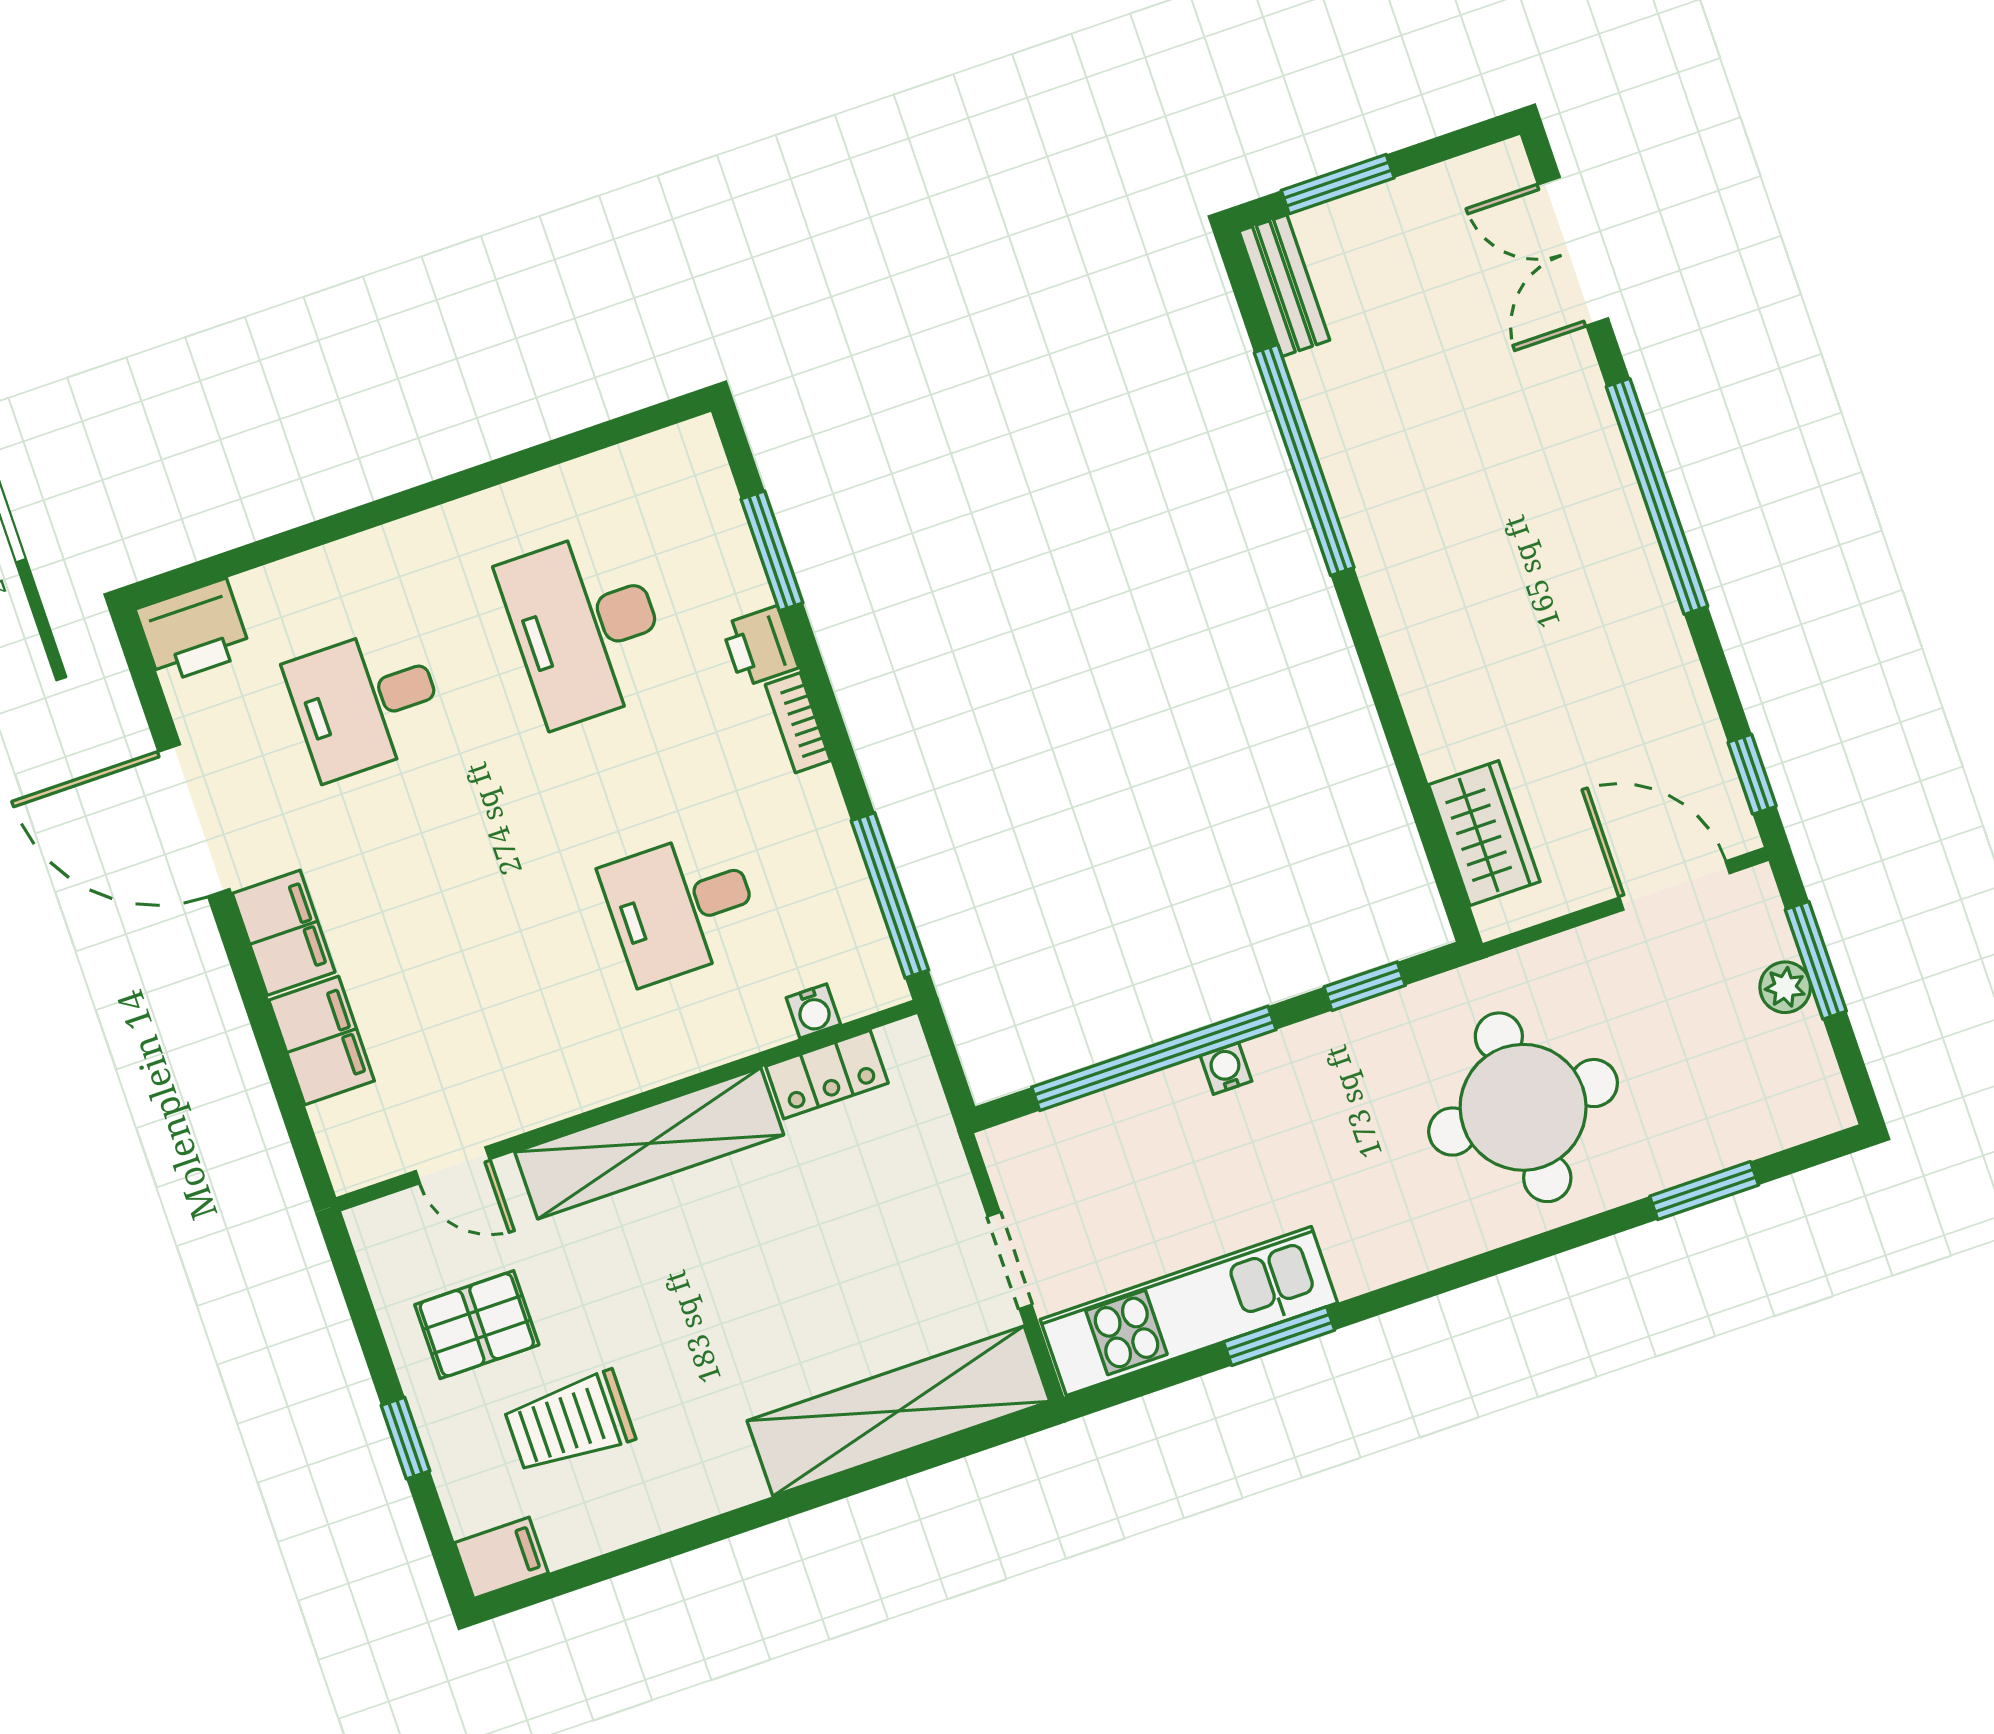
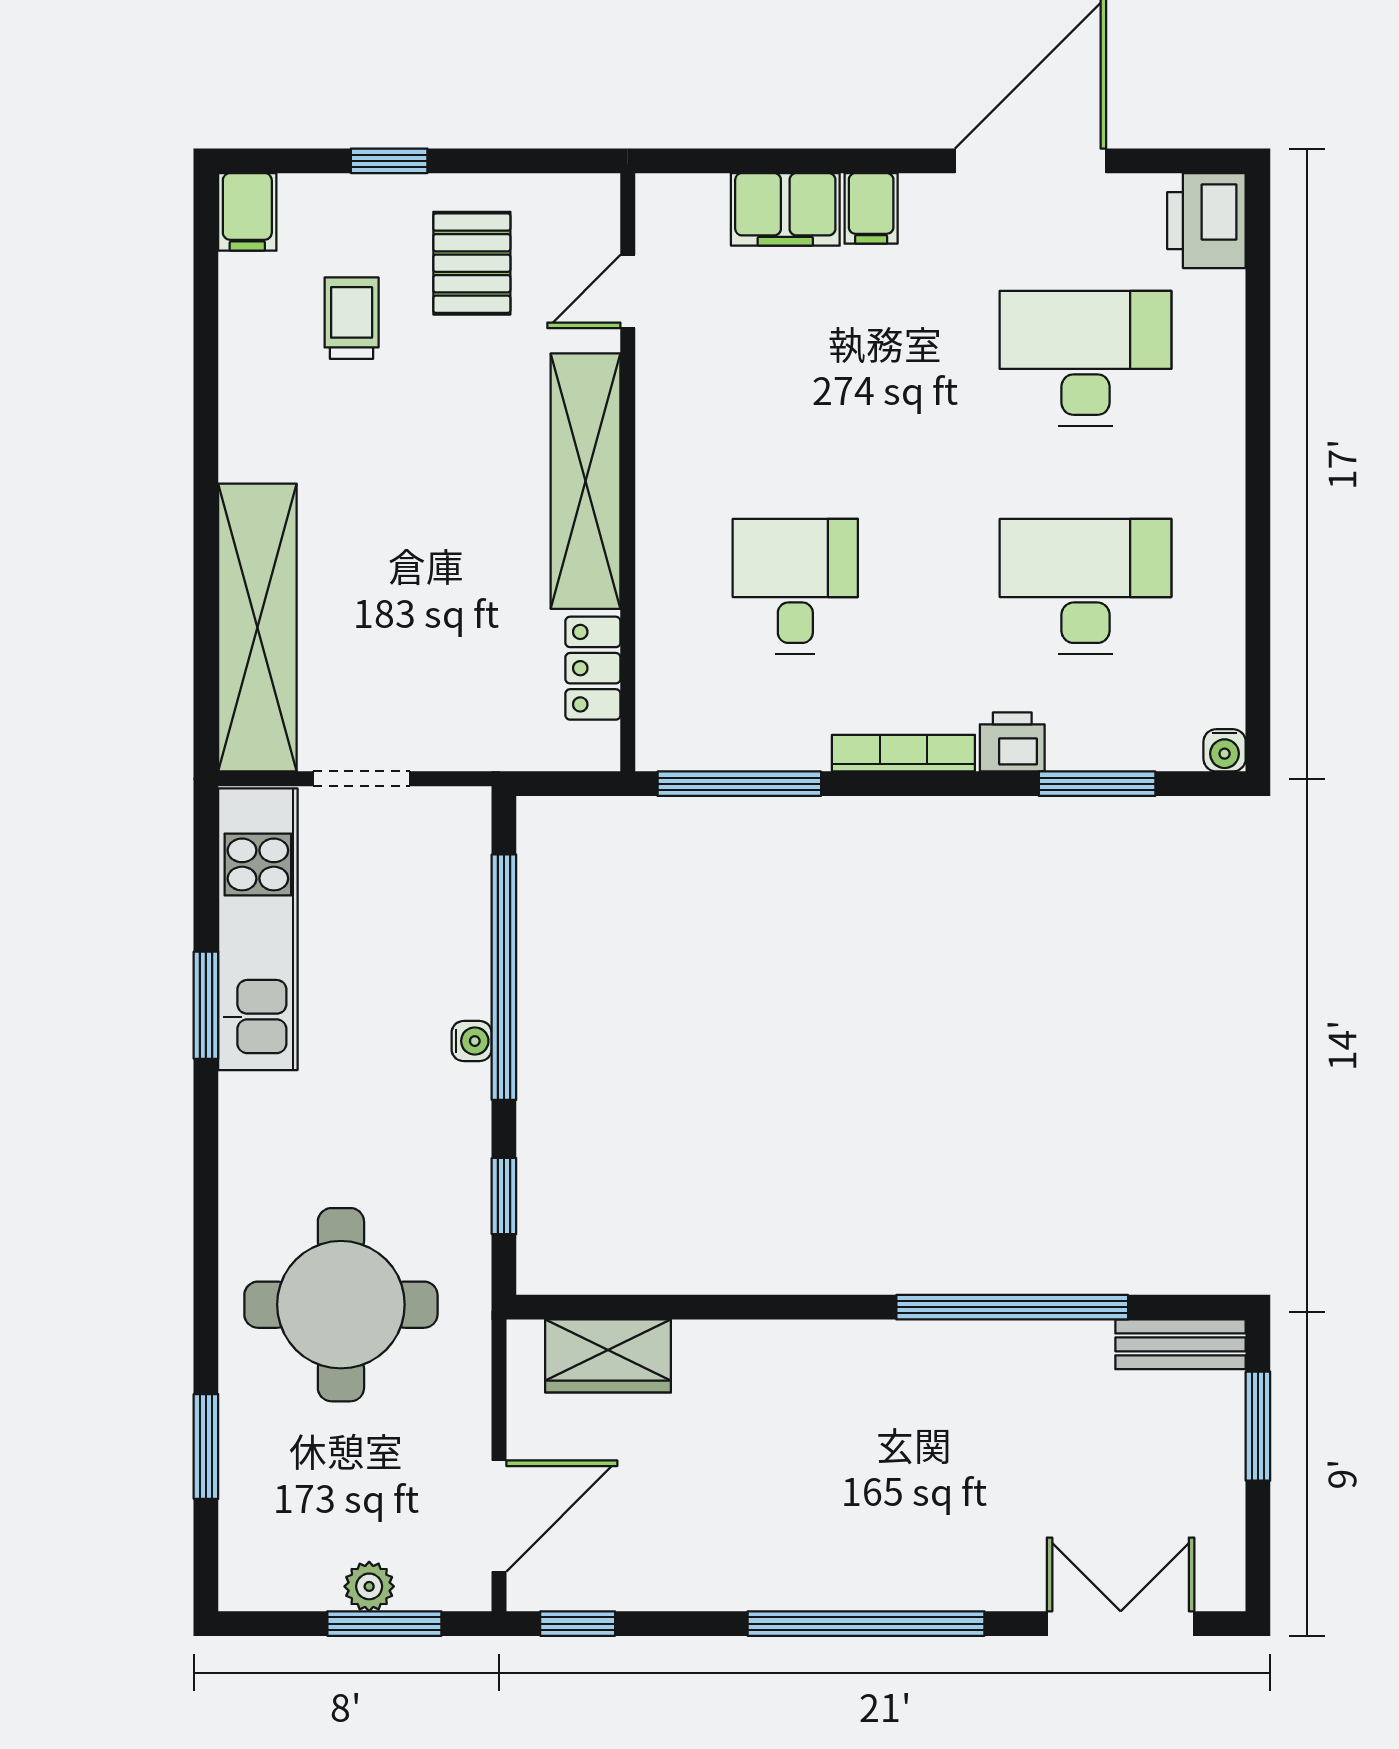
desk: (366, 702) -> (1085, 358), width x1.37
bookcase: (798, 723) -> (903, 753), width x1.56
filing cabinet: (284, 933) -> (871, 208), width x0.50
water cooler: (813, 1011) -> (1225, 750), moved, turned -90
trolley: (569, 1422) -> (352, 318), width x0.73, depth x0.72

